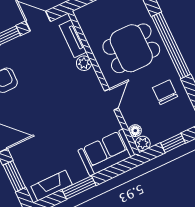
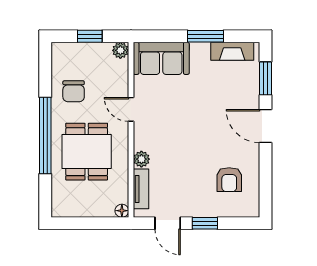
dining table: (131, 48) -> (87, 152), turned 90
door: (112, 99) -> (131, 109), hinge flipped
floor lamp: (135, 131) -> (122, 211), moved

